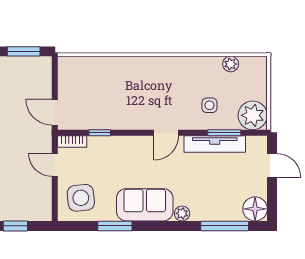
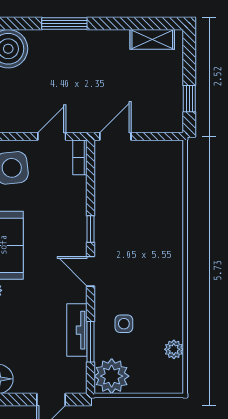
window: (24, 51) -> (189, 99), width x0.67
window: (100, 133) -> (90, 229), moved
tv unit: (215, 144) -> (77, 330), width x0.71

